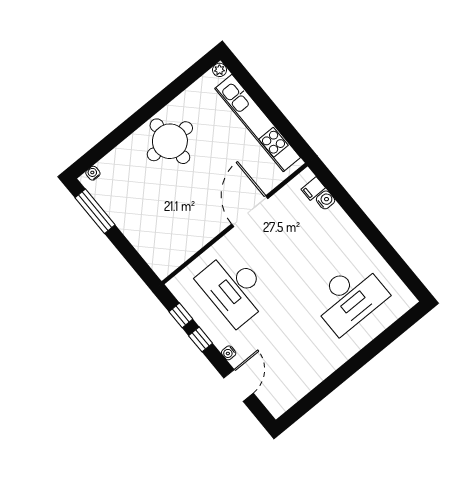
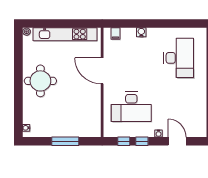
water cooler: (326, 200) -> (141, 32), moved
window: (95, 211) -> (65, 141), moved

